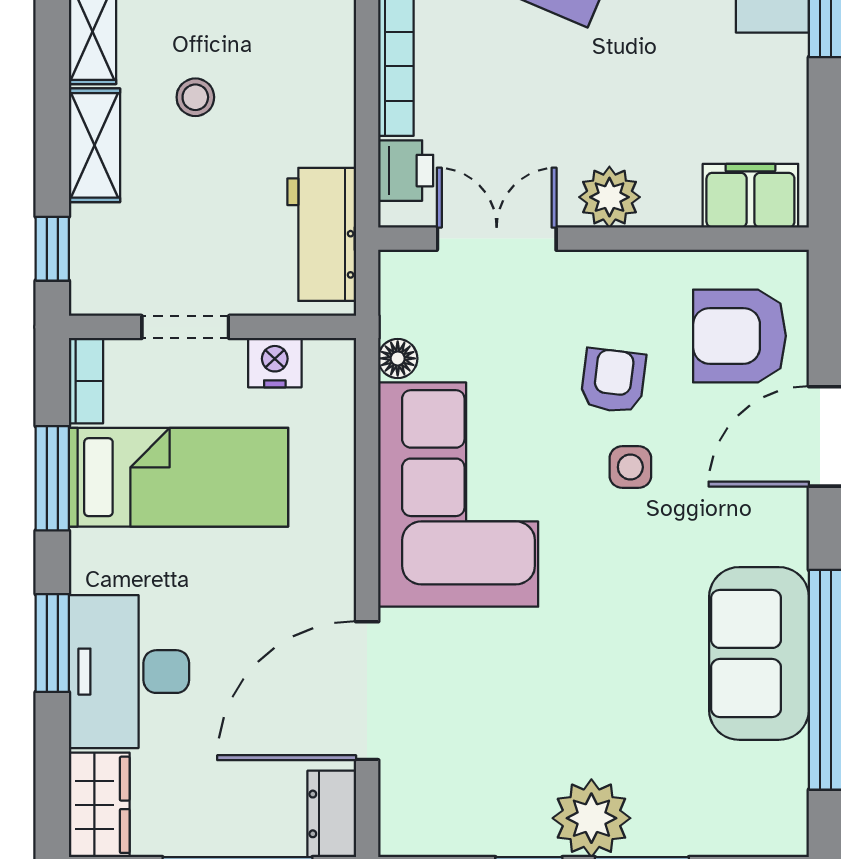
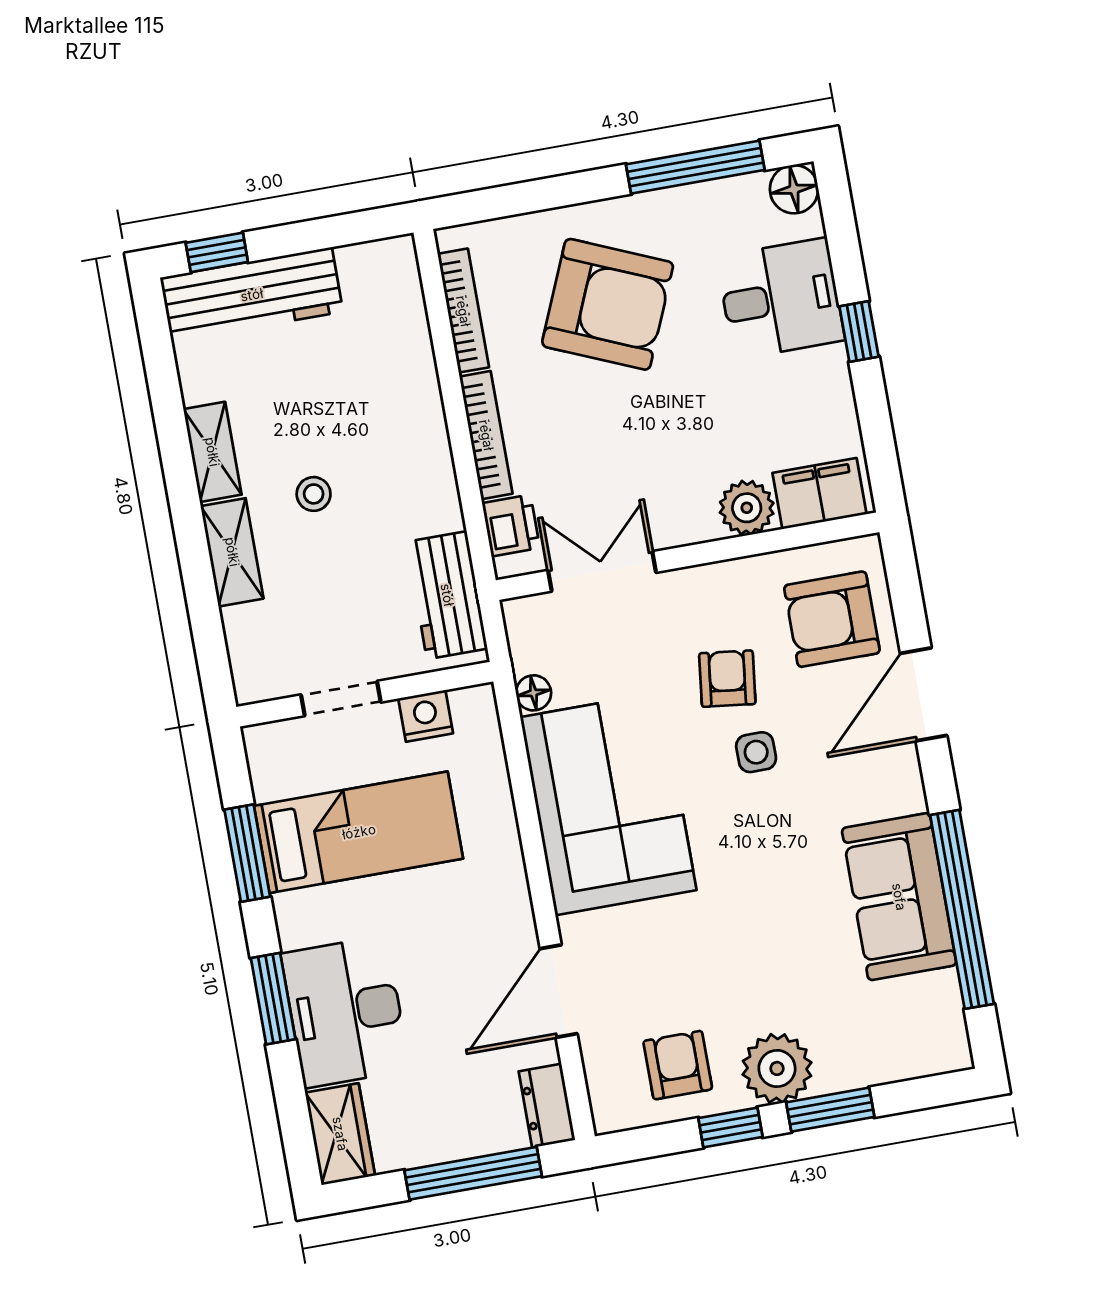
plant: (609, 197) -> (747, 508), moved
window: (52, 249) -> (211, 650), removed
bookcase: (86, 381) -> (262, 762), removed
door: (367, 691) -> (559, 991), width x0.73
armchair: (483, 795) -> (678, 1065), added

